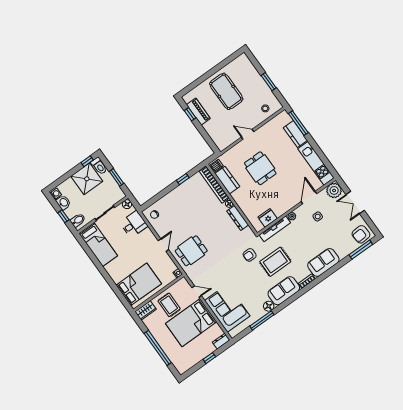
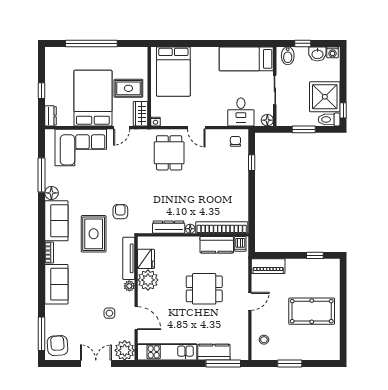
piano: (198, 112) -> (268, 266), moved
window: (183, 179) -> (252, 163), moved
plant: (280, 207) -> (148, 280), added
wardrobe: (146, 310) -> (140, 114), moved

